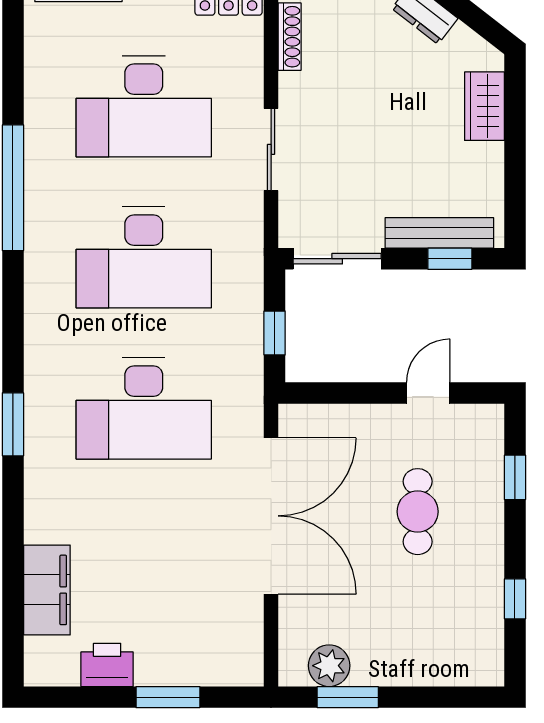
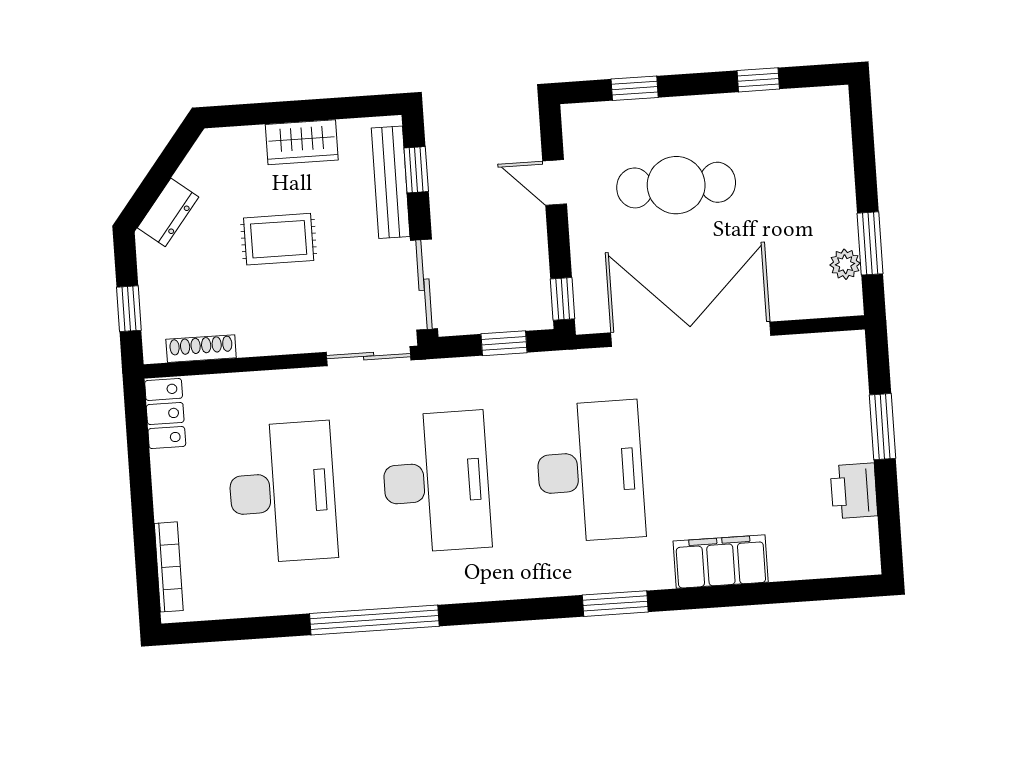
wardrobe: (485, 106) -> (302, 142), moved
rug: (391, 120) -> (279, 239), added
sliding door: (271, 149) -> (369, 356), moved
window: (314, 393) -> (563, 299), added
cafe table: (418, 512) -> (676, 185), width x1.37, depth x1.35
filing cabinet: (47, 590) -> (721, 562), moved
plant: (329, 666) -> (845, 264), width x0.73, depth x0.73

